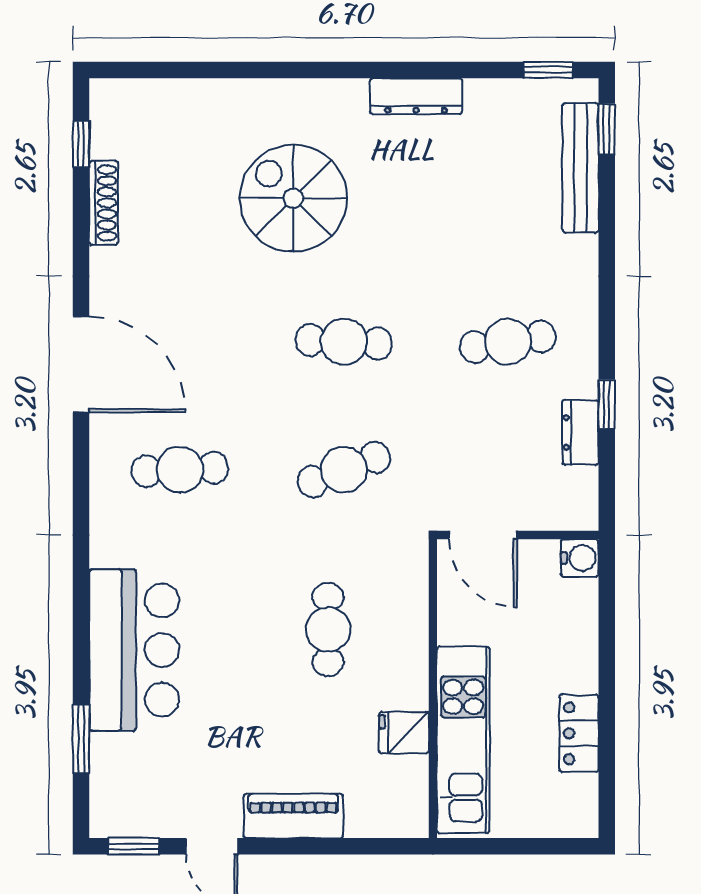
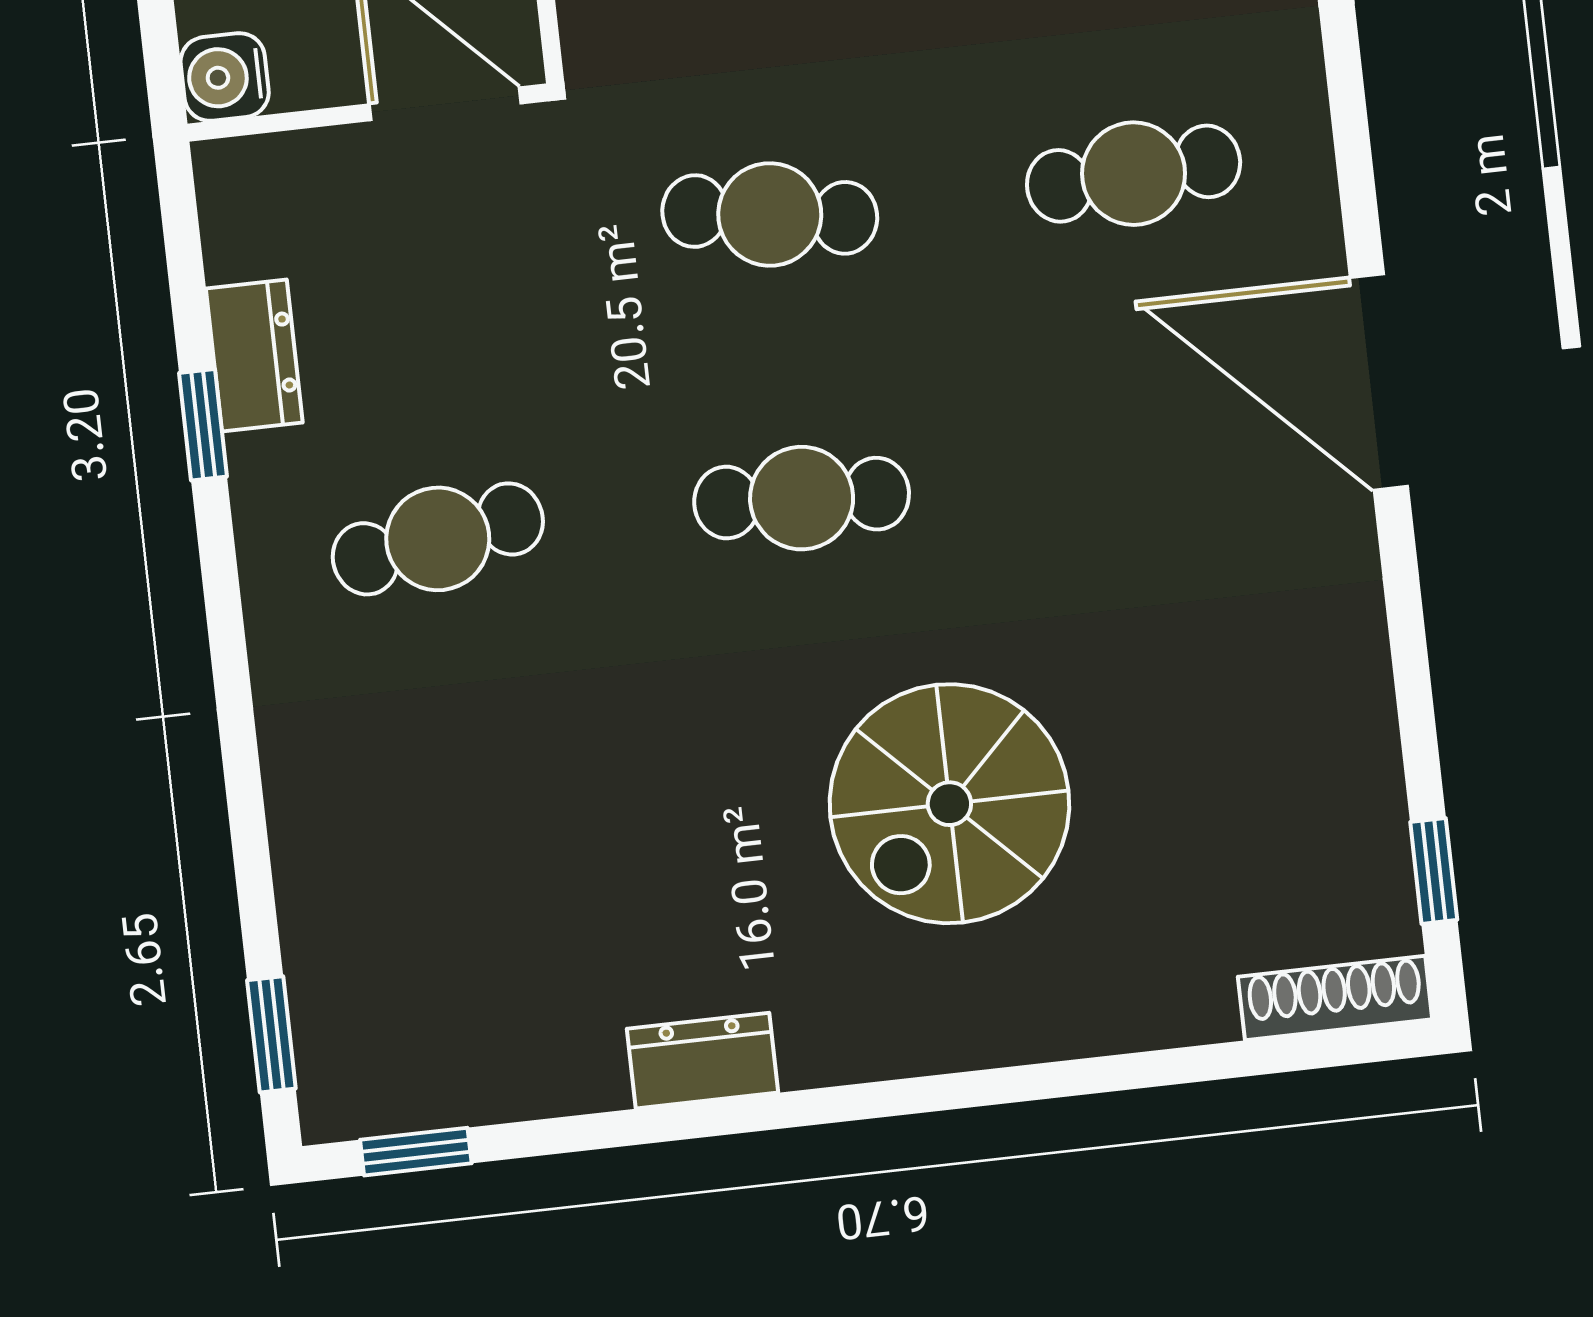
dresser: (416, 96) -> (703, 1061), width x0.70
bench: (580, 168) -> (320, 943), removed
spiral stairs: (293, 198) -> (949, 804), turned 90
shoe rack: (103, 203) -> (1335, 998), moved, turned 90
cafe table: (344, 470) -> (770, 214), turned 30

